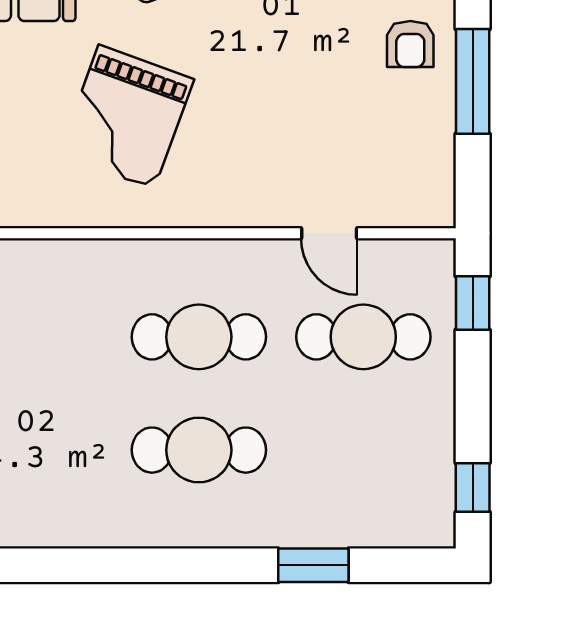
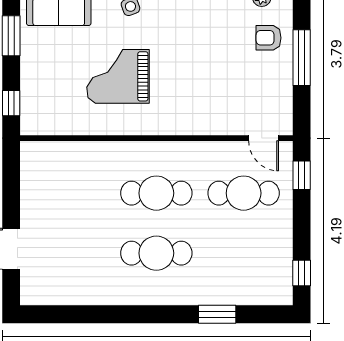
armchair: (410, 44) -> (269, 38), turned 90
grand piano: (126, 117) -> (118, 76), turned 70
door: (329, 233) -> (264, 138), moved

